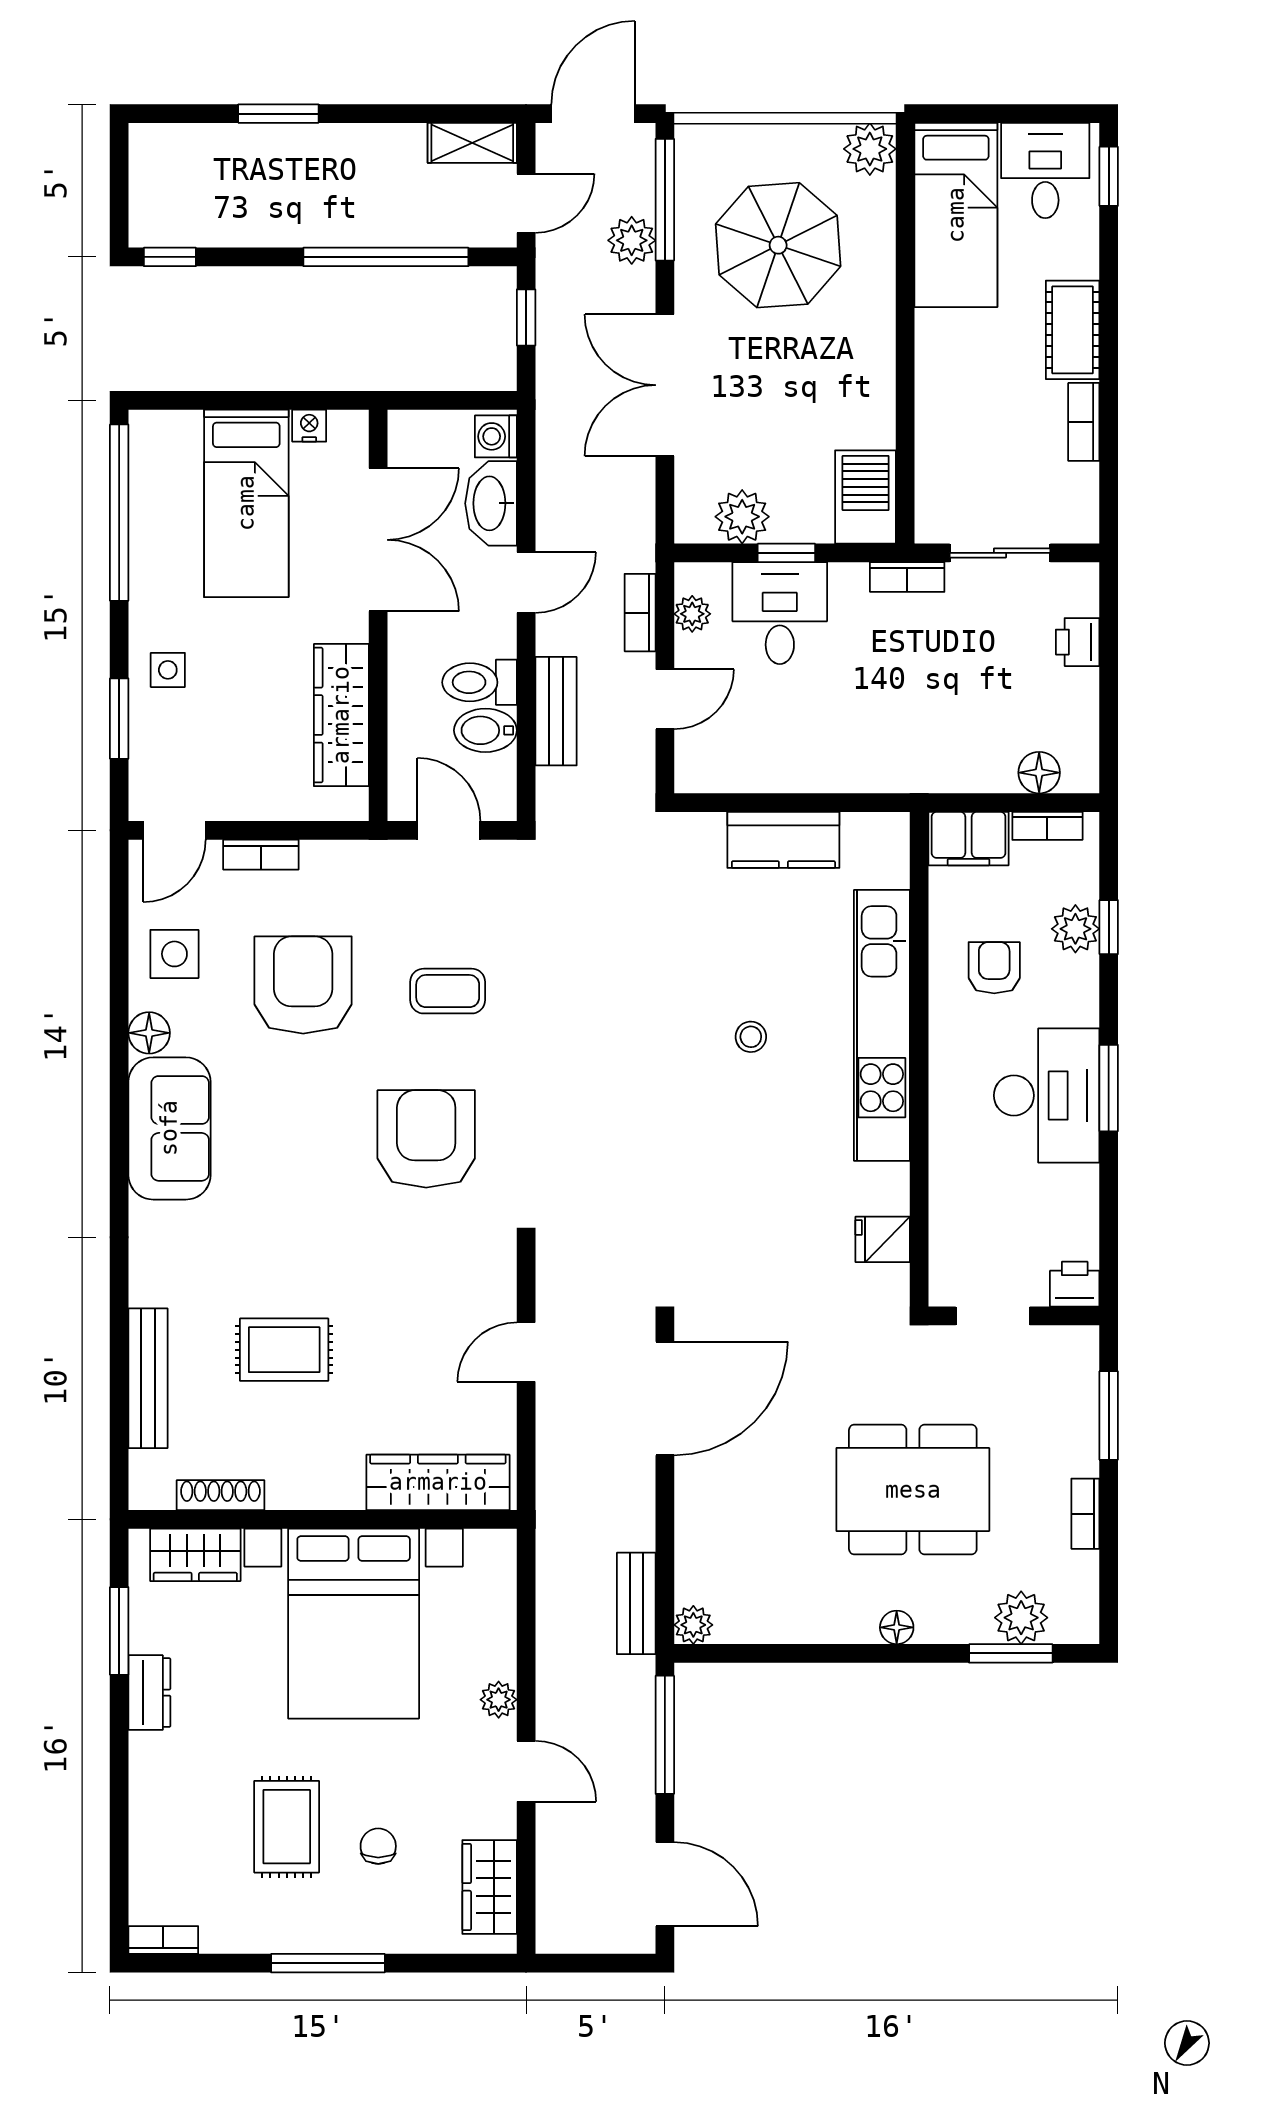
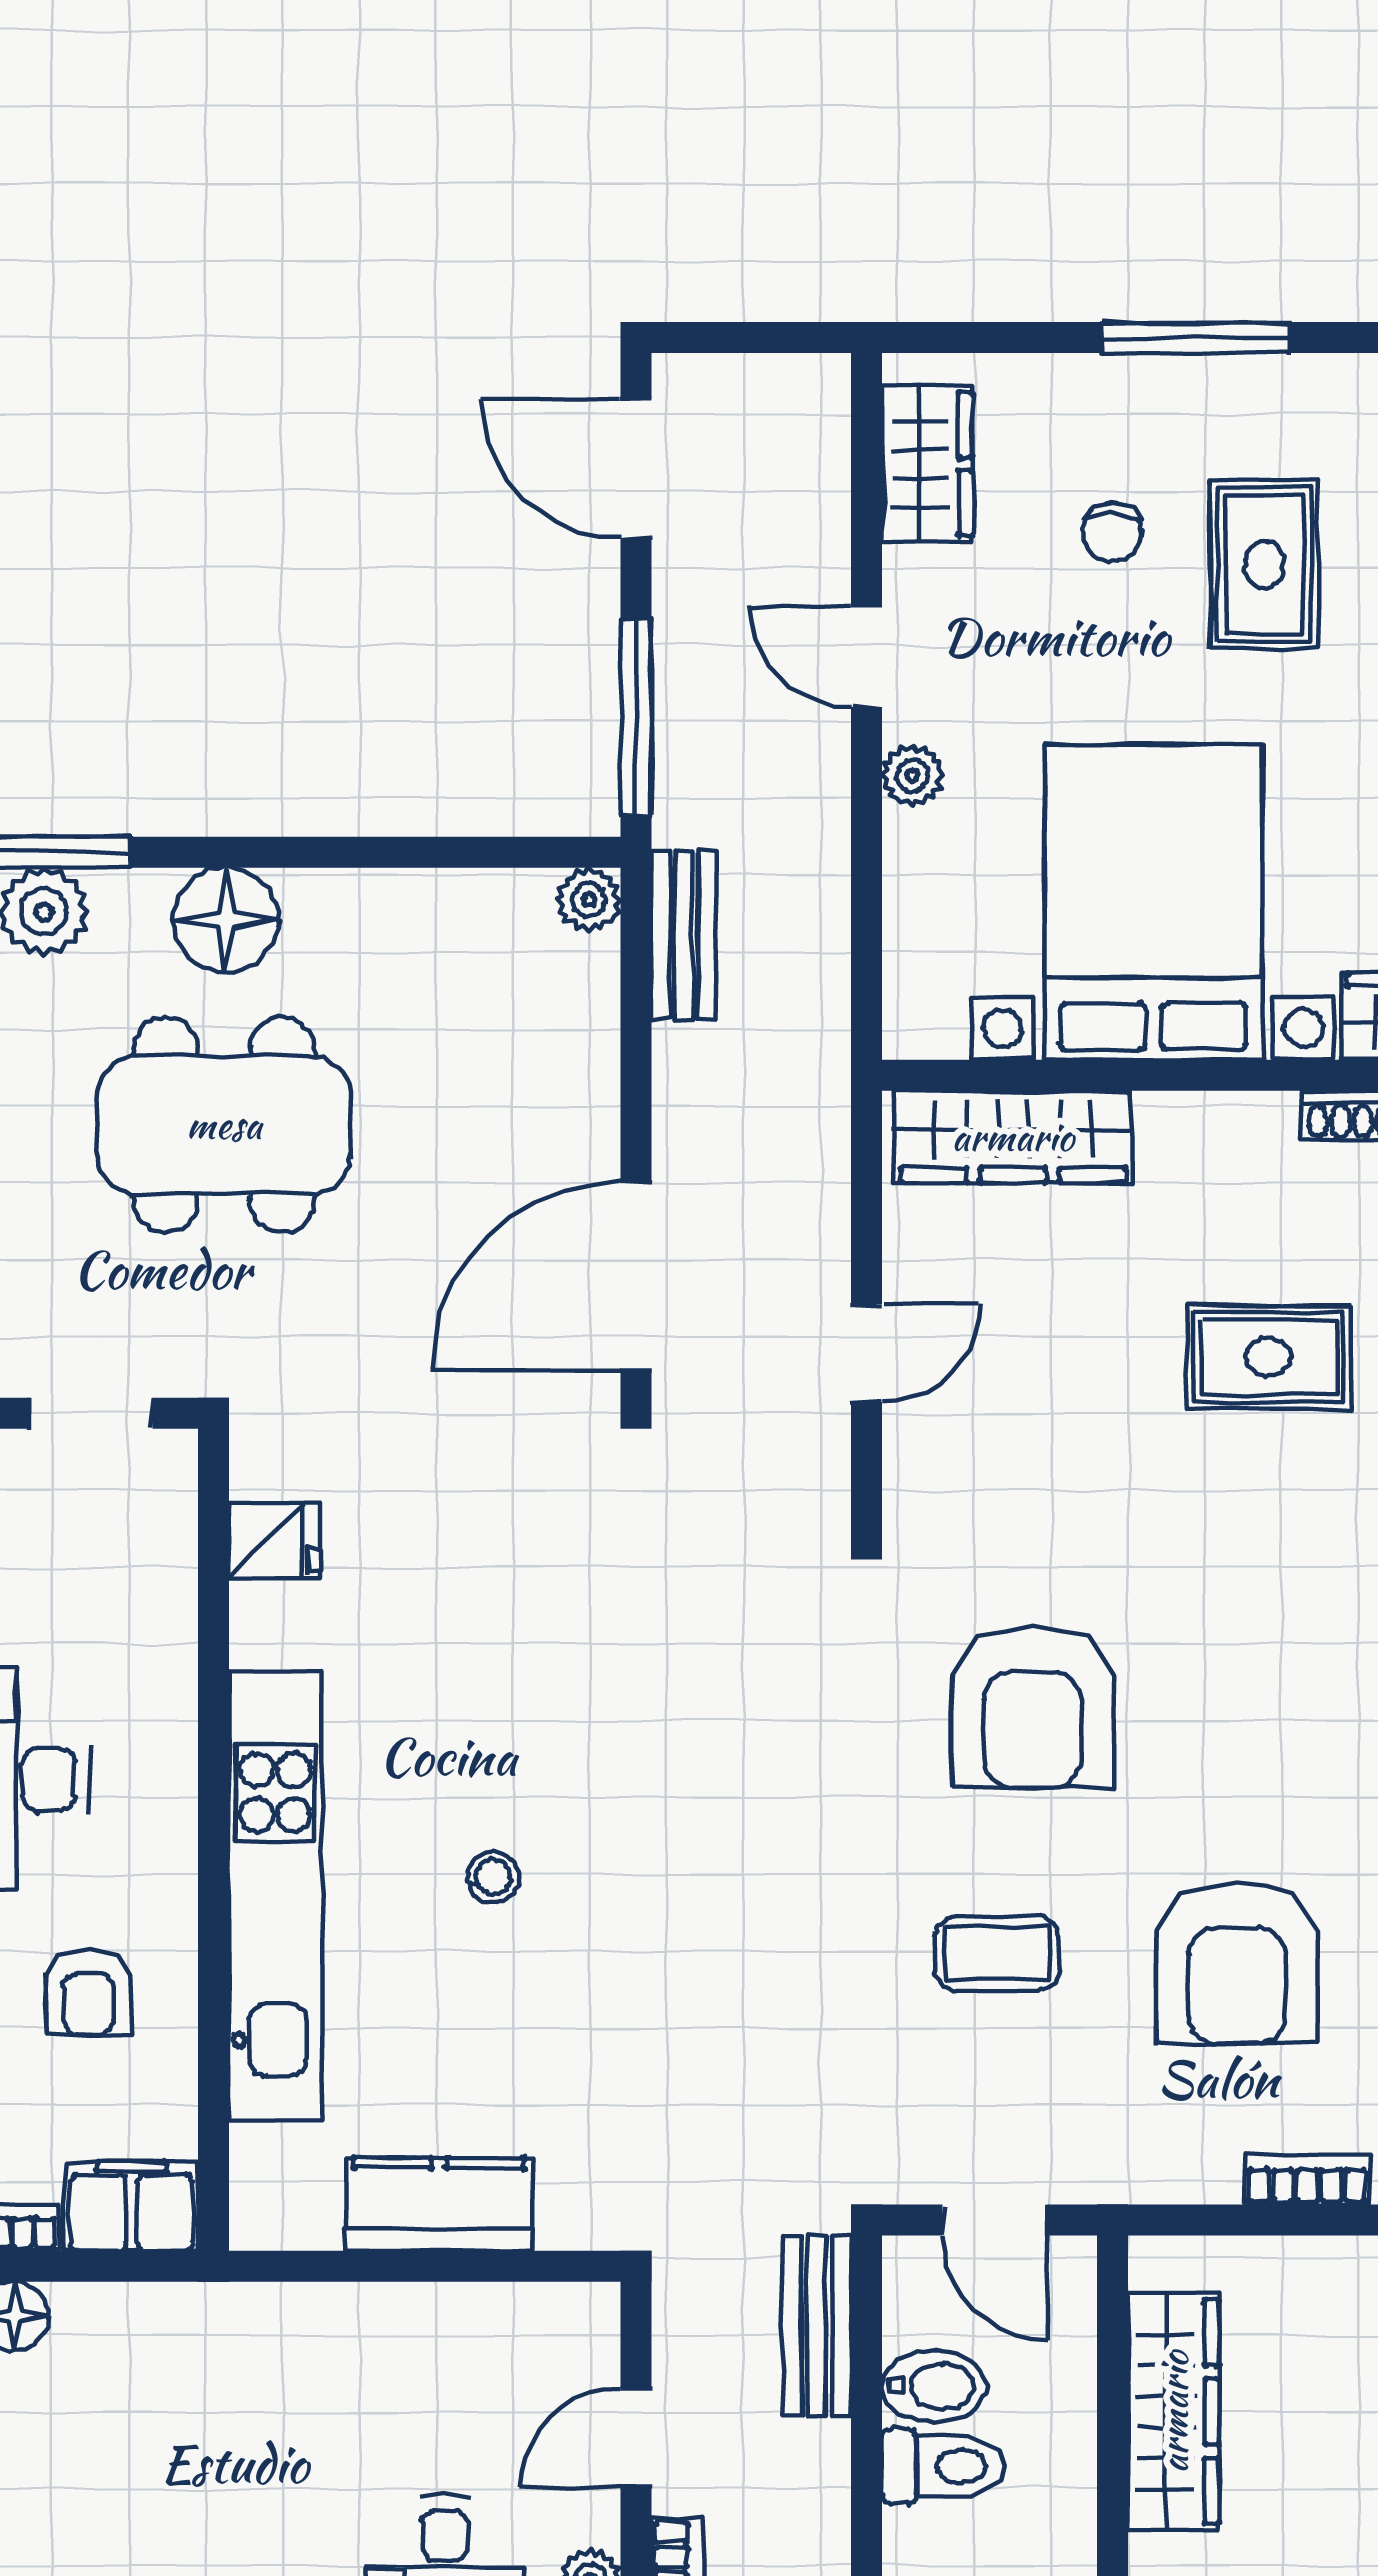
bench: (556, 711) -> (817, 2326), moved
floor lamp: (897, 1627) -> (226, 920), width x1.89, depth x1.89

